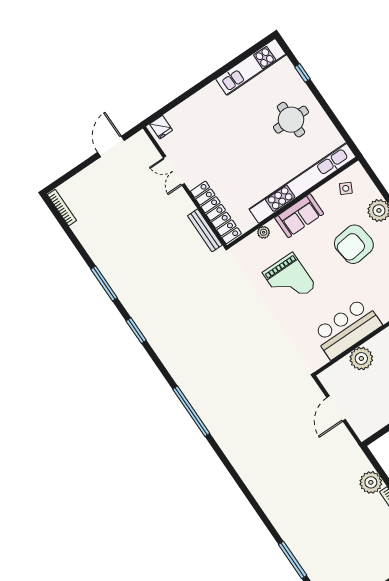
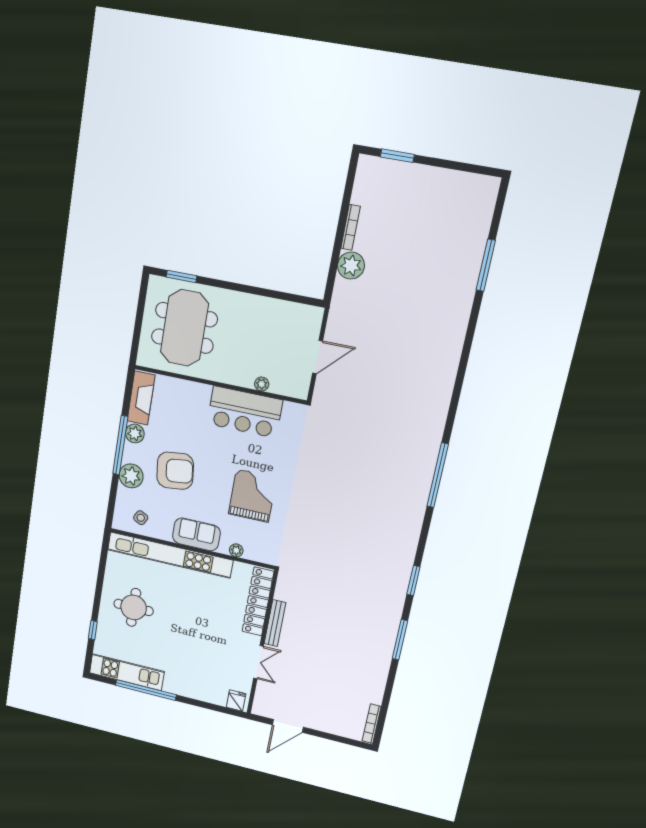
window: (226, 68) -> (146, 690), added
bench: (205, 230) -> (275, 623), moved
plant: (361, 358) -> (262, 384), width x0.53, depth x0.53

